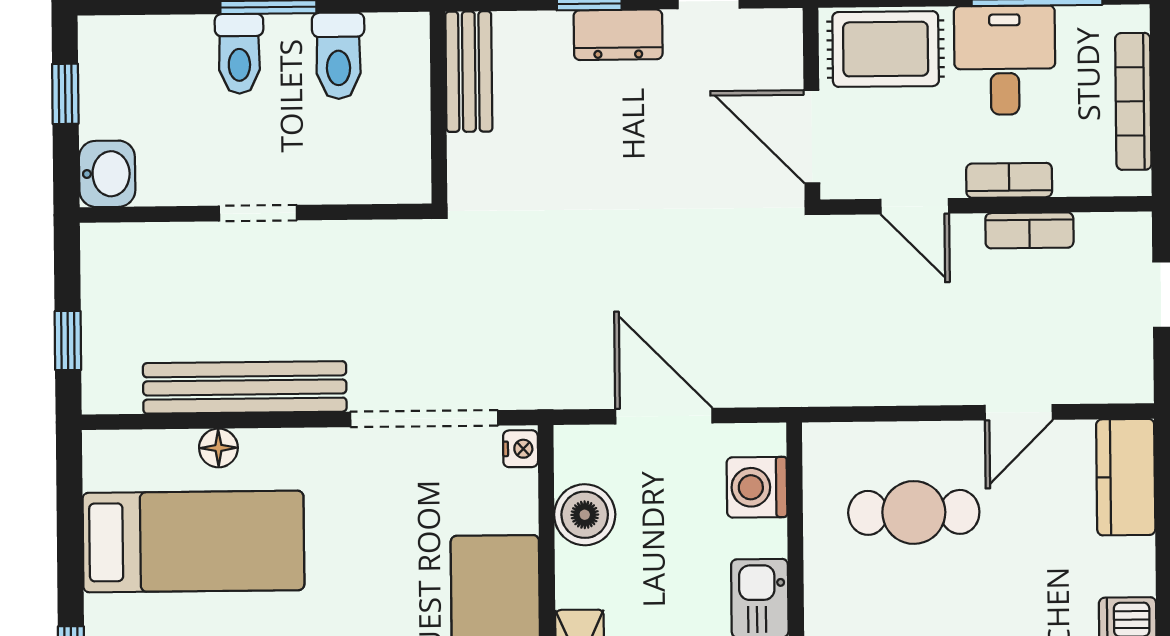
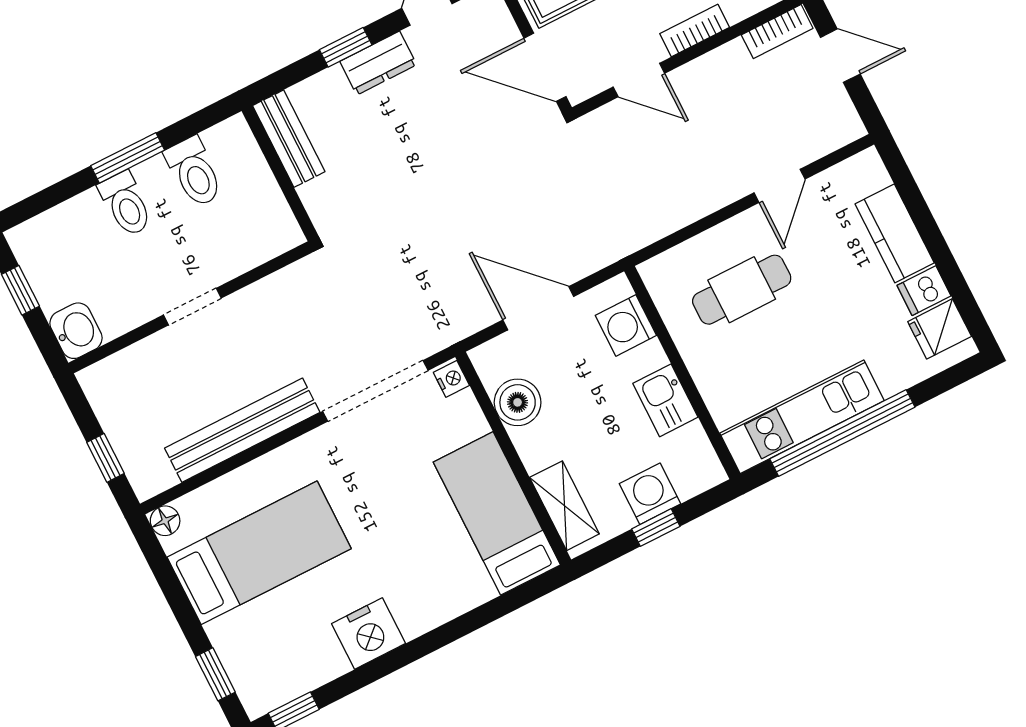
bookcase: (1029, 230) -> (777, 32), moved
floor lamp: (218, 448) -> (165, 521), moved
kitchen counter: (1126, 477) -> (895, 233), moved

